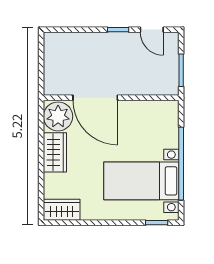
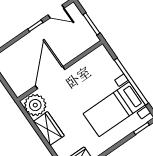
door: (95, 98) -> (50, 78), swing flipped

